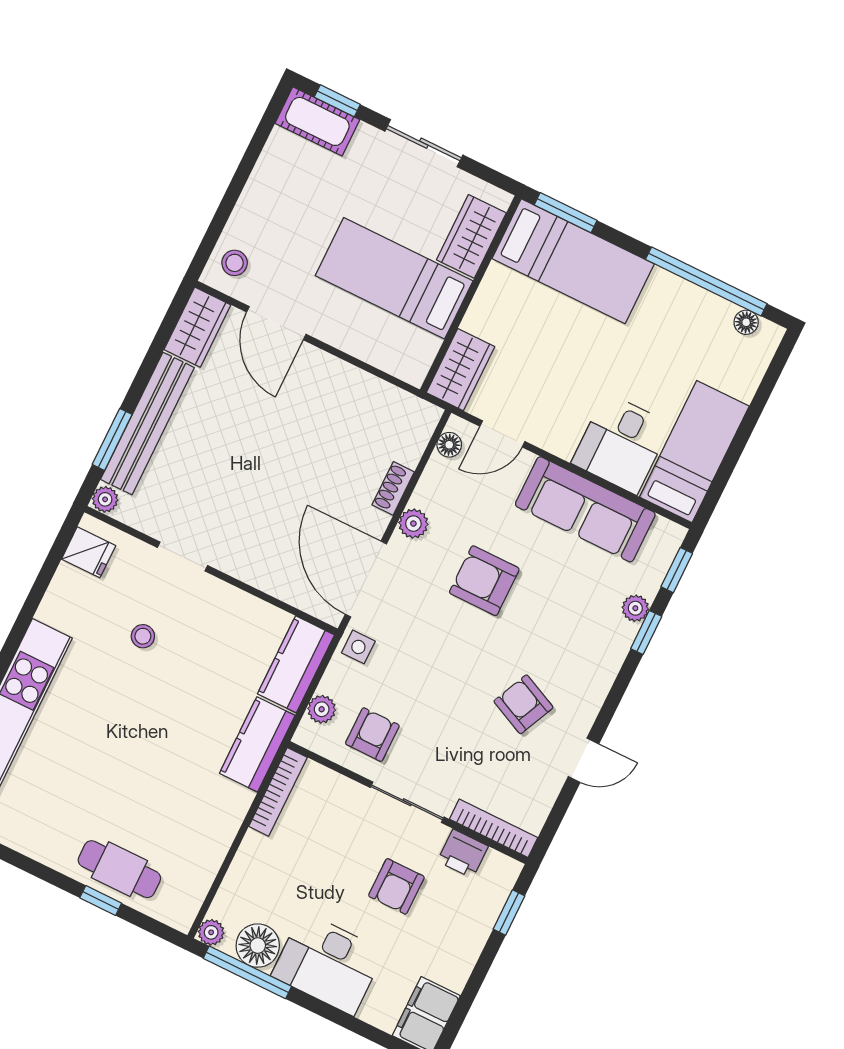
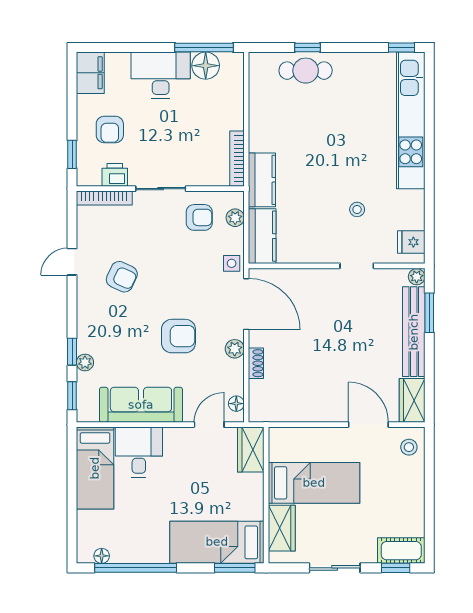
armchair: (372, 735) -> (199, 217), turned -90
armchair: (396, 886) -> (110, 130), moved, turned 180
plant: (211, 932) -> (236, 60), removed

